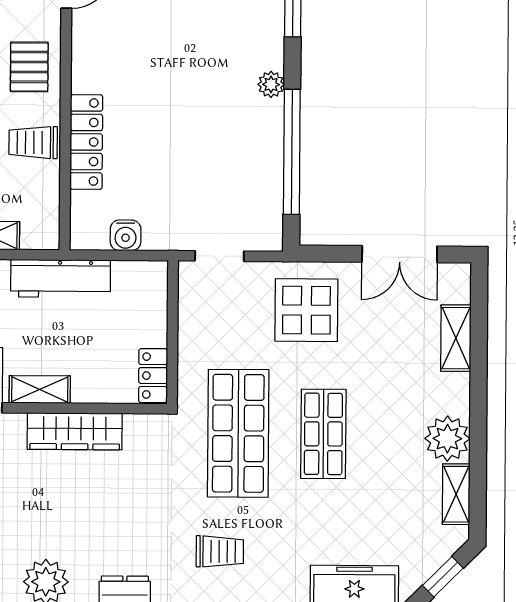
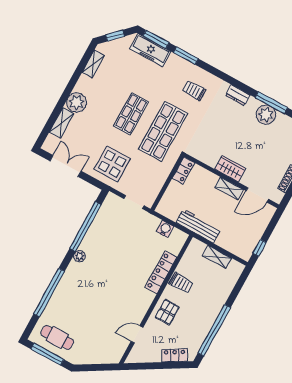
wardrobe: (75, 431) -> (230, 169), width x0.67
plant: (447, 439) -> (77, 103), moved

